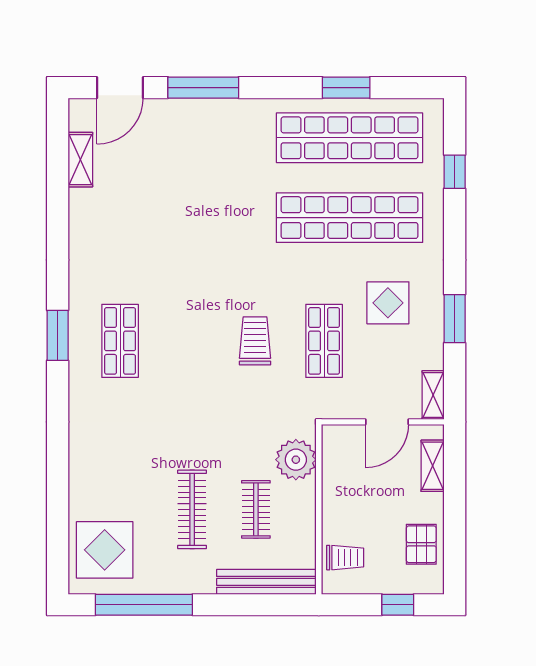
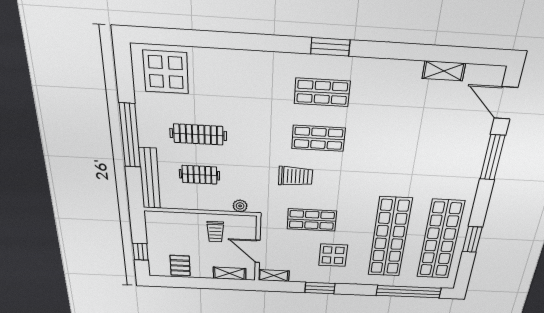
shelving: (80, 160) -> (444, 71), moved
window: (455, 172) -> (409, 292), width x3.17
shop shelf: (188, 341) -> (318, 138), added
trolley: (255, 341) -> (296, 176), moved
plant: (296, 460) -> (240, 206), width x0.53, depth x0.53
pallet: (421, 544) -> (180, 266), turned 90
trolley: (345, 558) -> (215, 232), moved
window: (144, 605) -> (130, 136), moved

